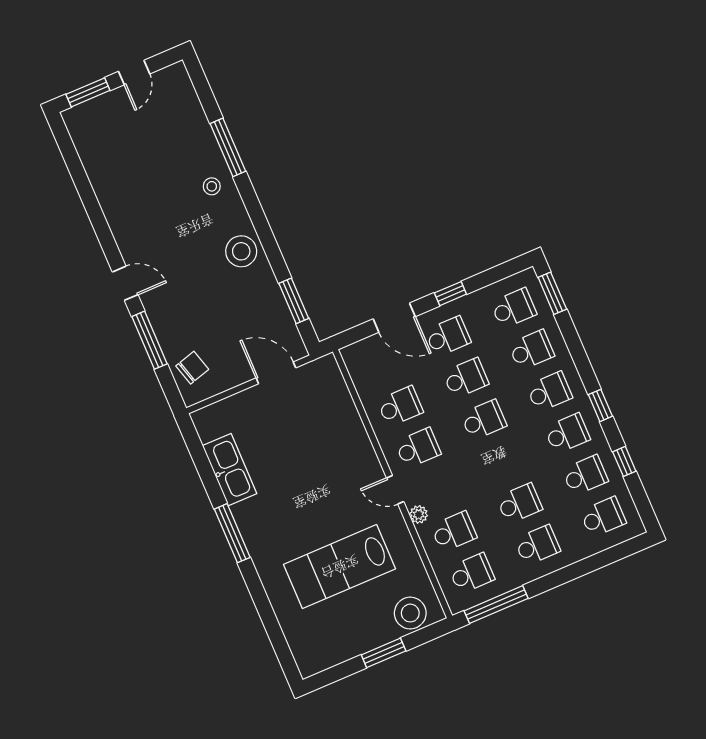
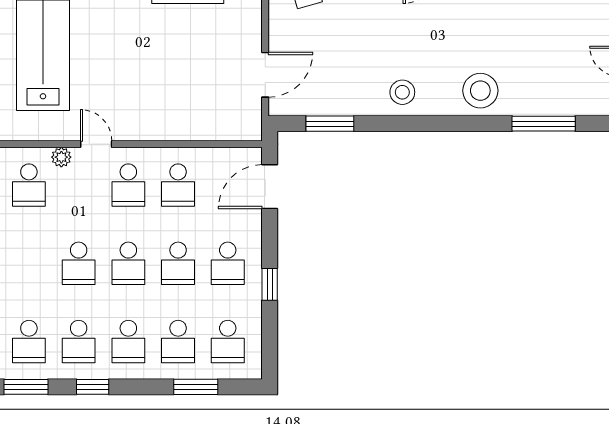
window: (228, 147) -> (544, 124), moved
stool: (212, 186) -> (480, 91), width x1.89, depth x1.89
stool: (241, 251) -> (402, 92), width x0.73, depth x0.73
window: (552, 293) -> (196, 387), moved
door: (394, 318) -> (270, 187), moved
window: (624, 461) -> (26, 387), width x1.50
door: (395, 490) -> (96, 144), hinge flipped
school desk: (519, 503) -> (79, 263), moved

